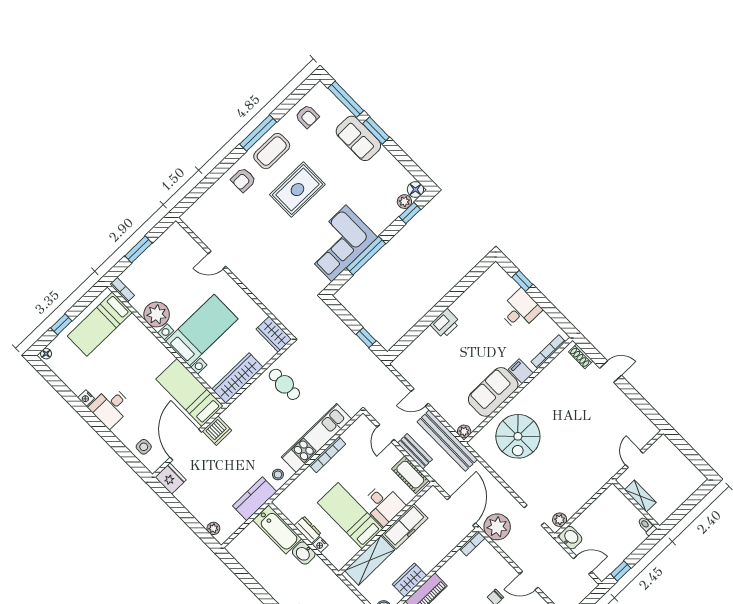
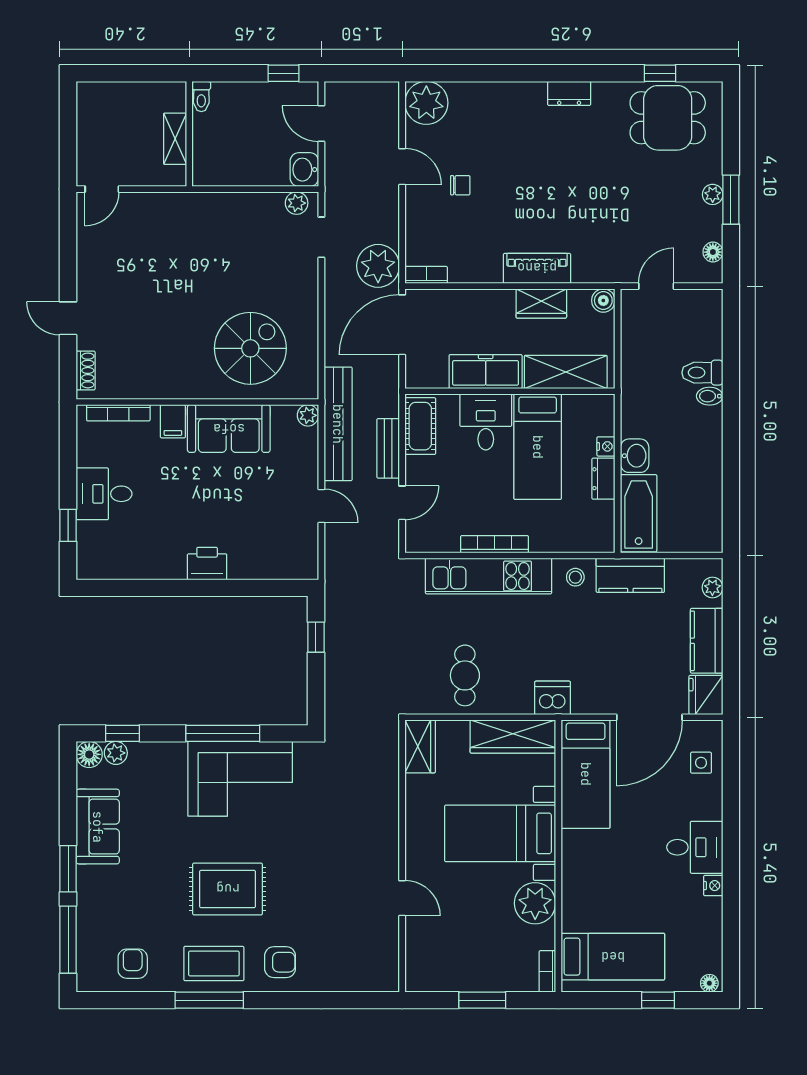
sofa: (358, 138) -> (98, 827), moved
dishwasher: (217, 431) -> (553, 698), moved
door: (634, 459) -> (102, 189), moved
kitchen counter: (193, 503) -> (707, 641), added

